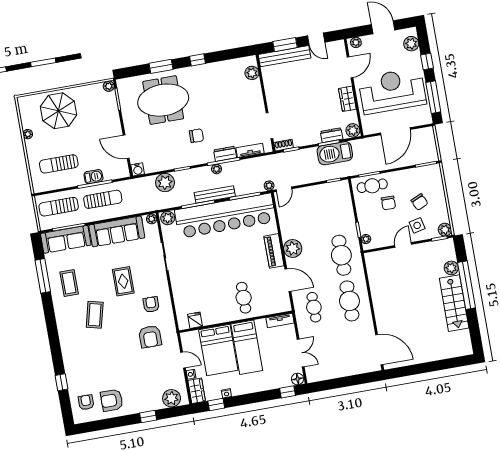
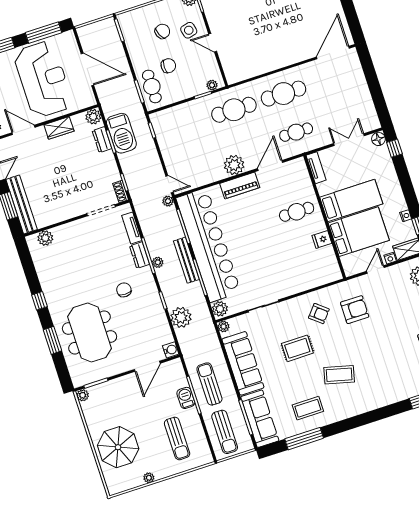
reception desk: (392, 91) -> (43, 79), turned 180
armchair: (151, 305) -> (319, 314), turned -140
fridge: (195, 320) -> (322, 239), moved

